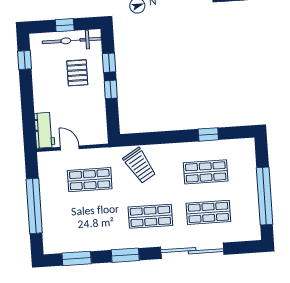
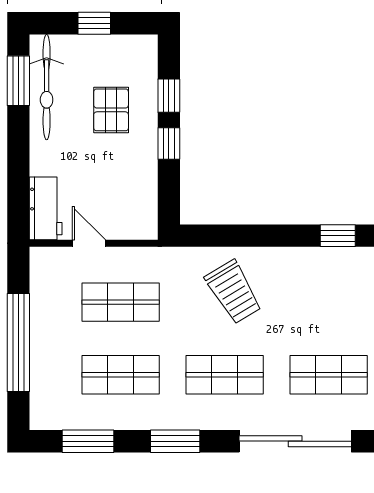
bicycle: (72, 40) -> (47, 87), moved, turned -90
window: (25, 60) -> (18, 81), width x1.50
trolley: (140, 166) -> (234, 292), moved
shop shelf: (206, 172) -> (121, 375), moved

